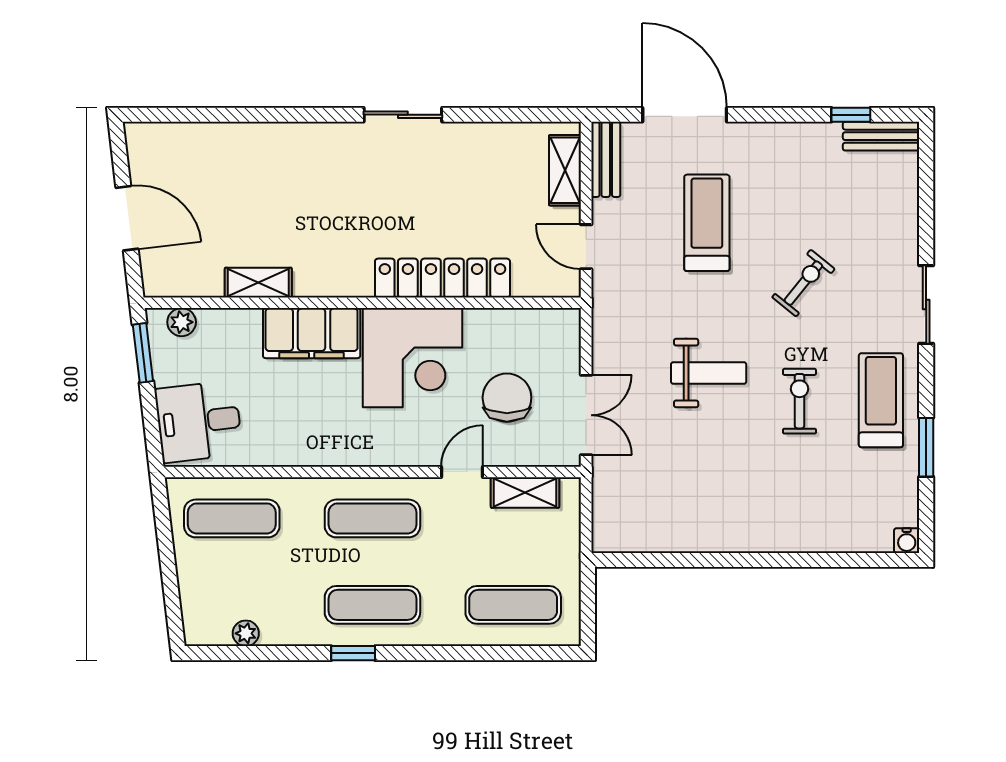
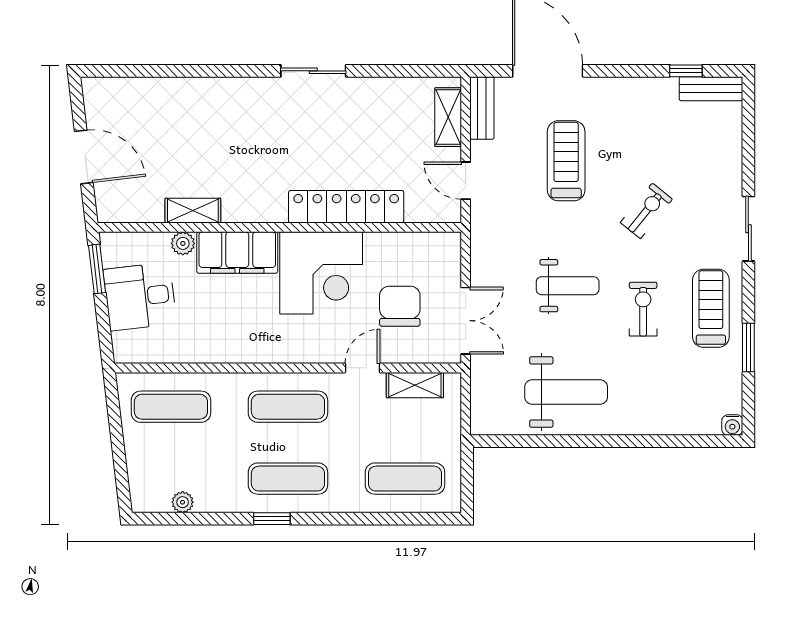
plant: (182, 322) -> (183, 243), moved
desk: (199, 422) -> (140, 297), moved
weight bench: (707, 501) -> (566, 392), added

